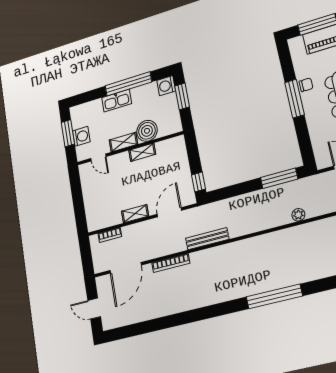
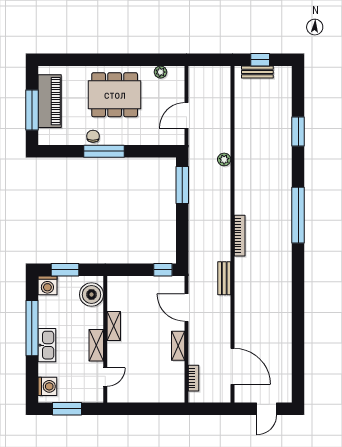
boiler: (147, 131) -> (91, 295), moved
washing machine: (81, 136) -> (47, 386), moved, turned 90
plant: (298, 215) -> (224, 159), moved
bench: (207, 239) -> (224, 278), width x0.73
bookcase: (171, 263) -> (240, 236), moved

